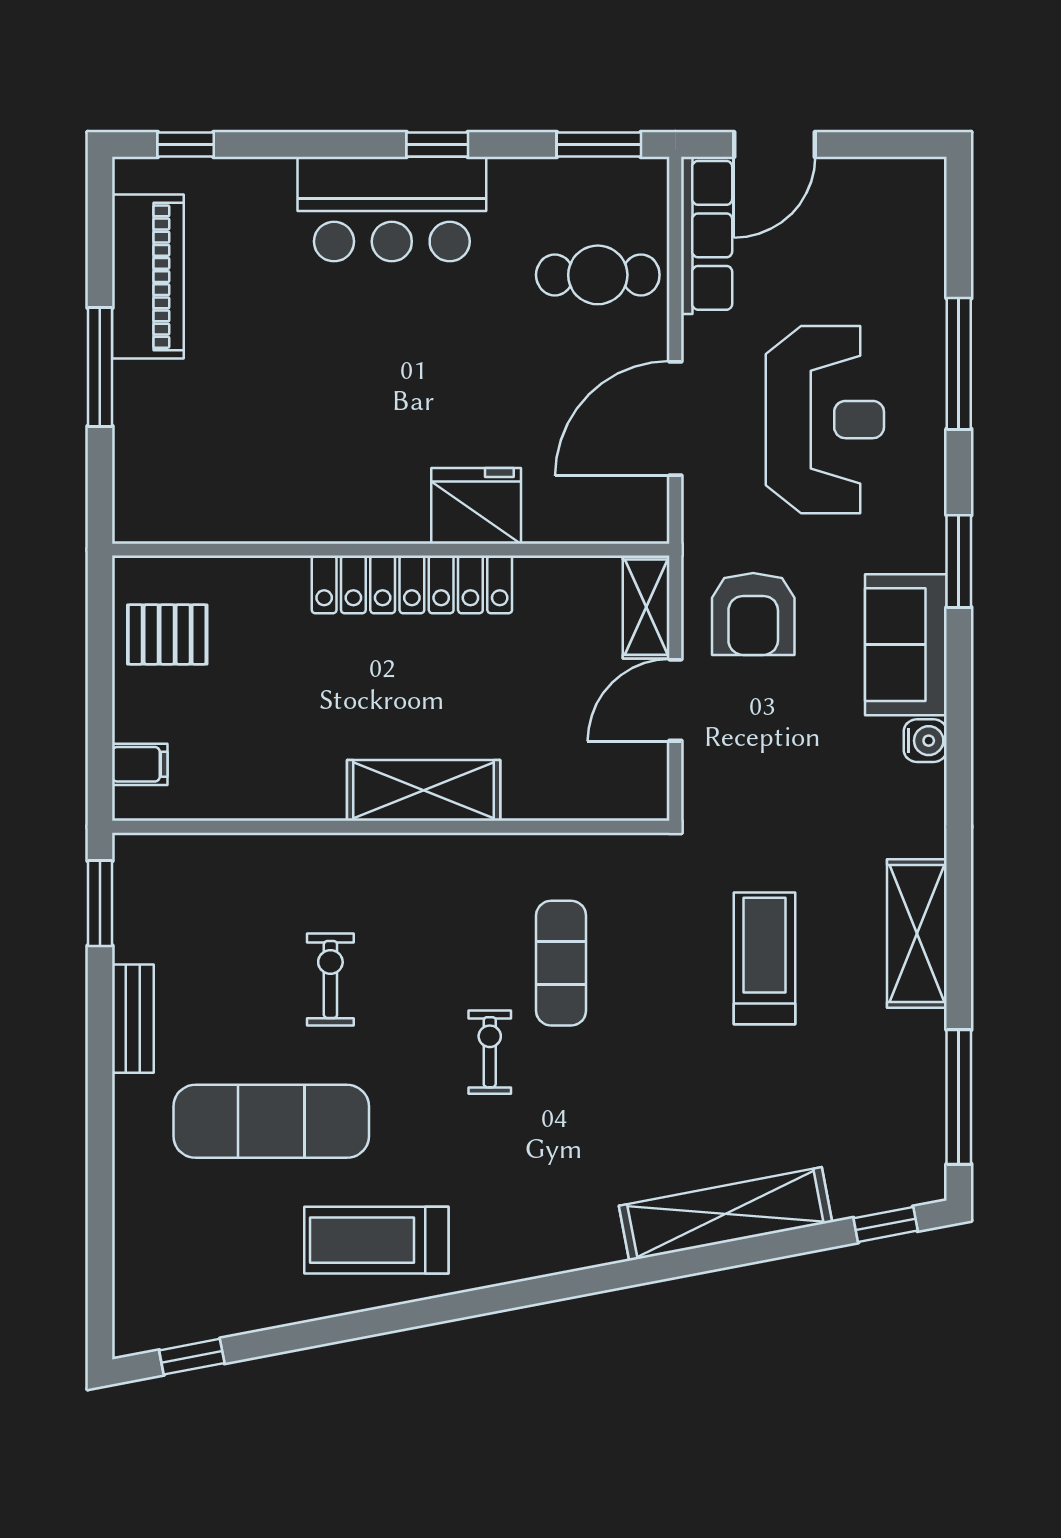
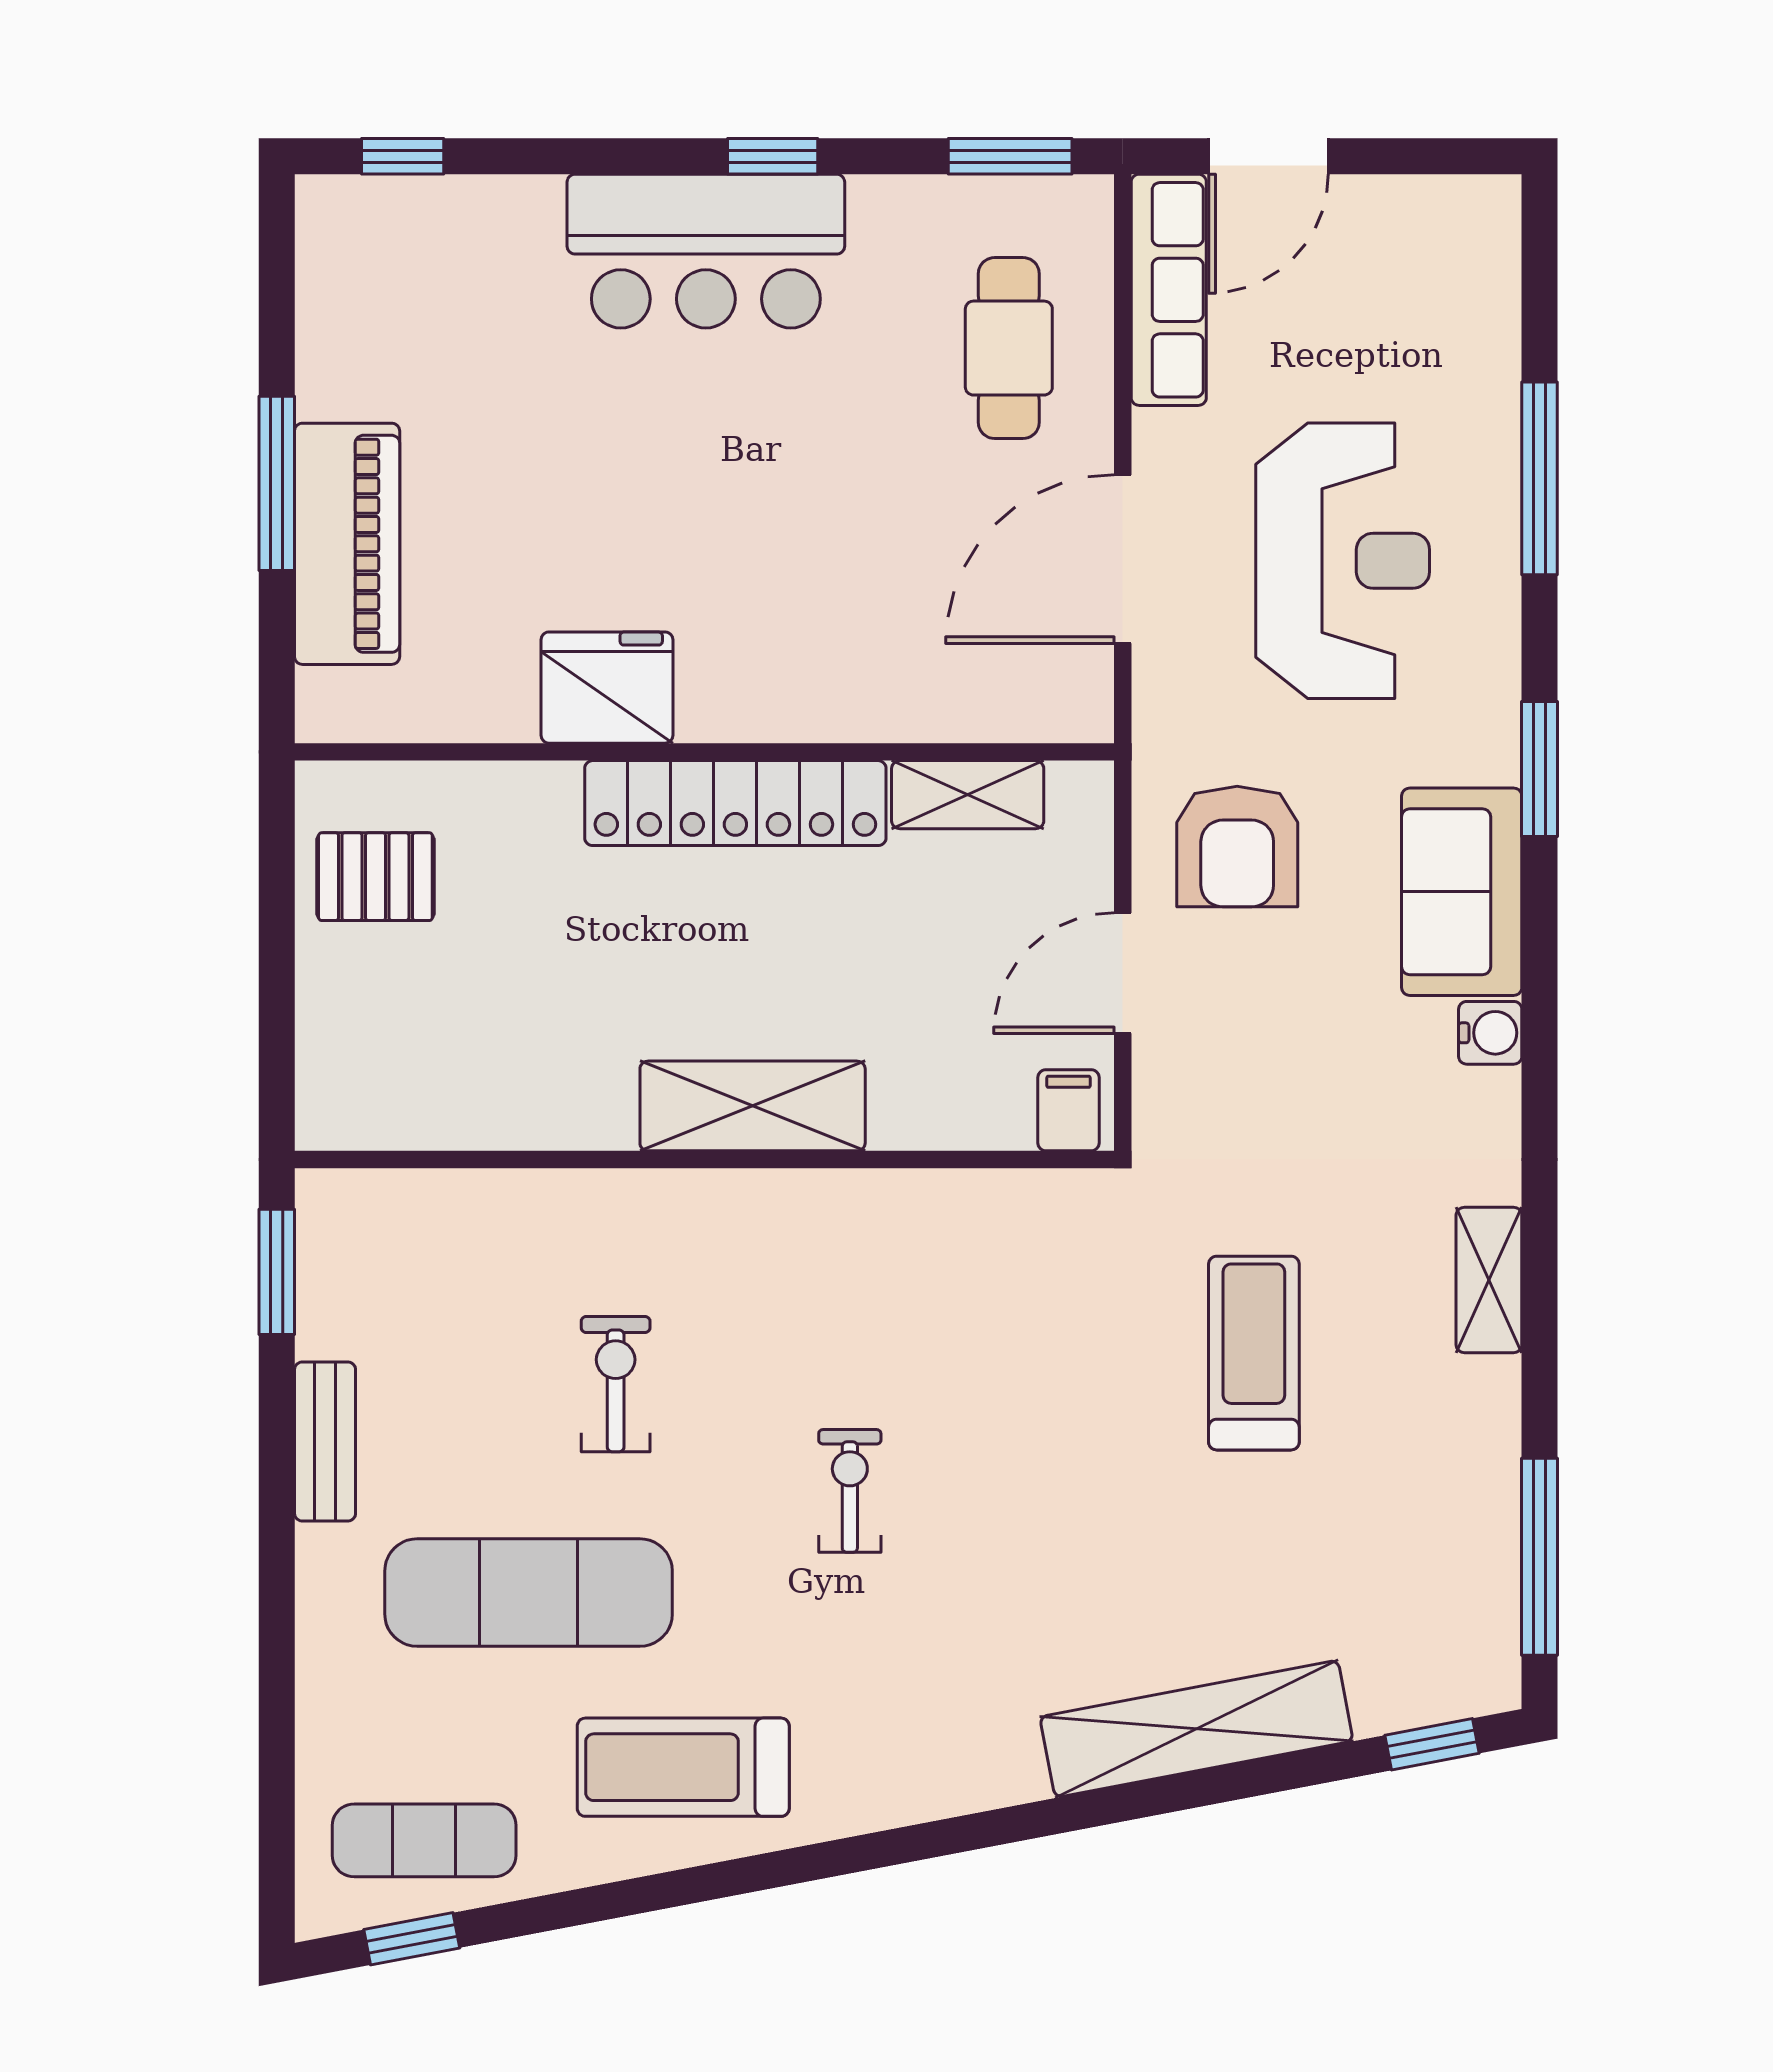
cafe table: (598, 275) -> (1009, 348), turned 90
piano: (148, 277) -> (347, 544), moved
fridge: (476, 506) -> (607, 688), moved
shelving: (646, 607) -> (968, 795), moved, turned 90
filing cabinet: (140, 764) -> (1069, 1110), moved, turned -90
shelving: (917, 933) -> (1489, 1280), width x0.67, depth x0.75
exercise mat: (561, 963) -> (424, 1840), moved, turned 90

